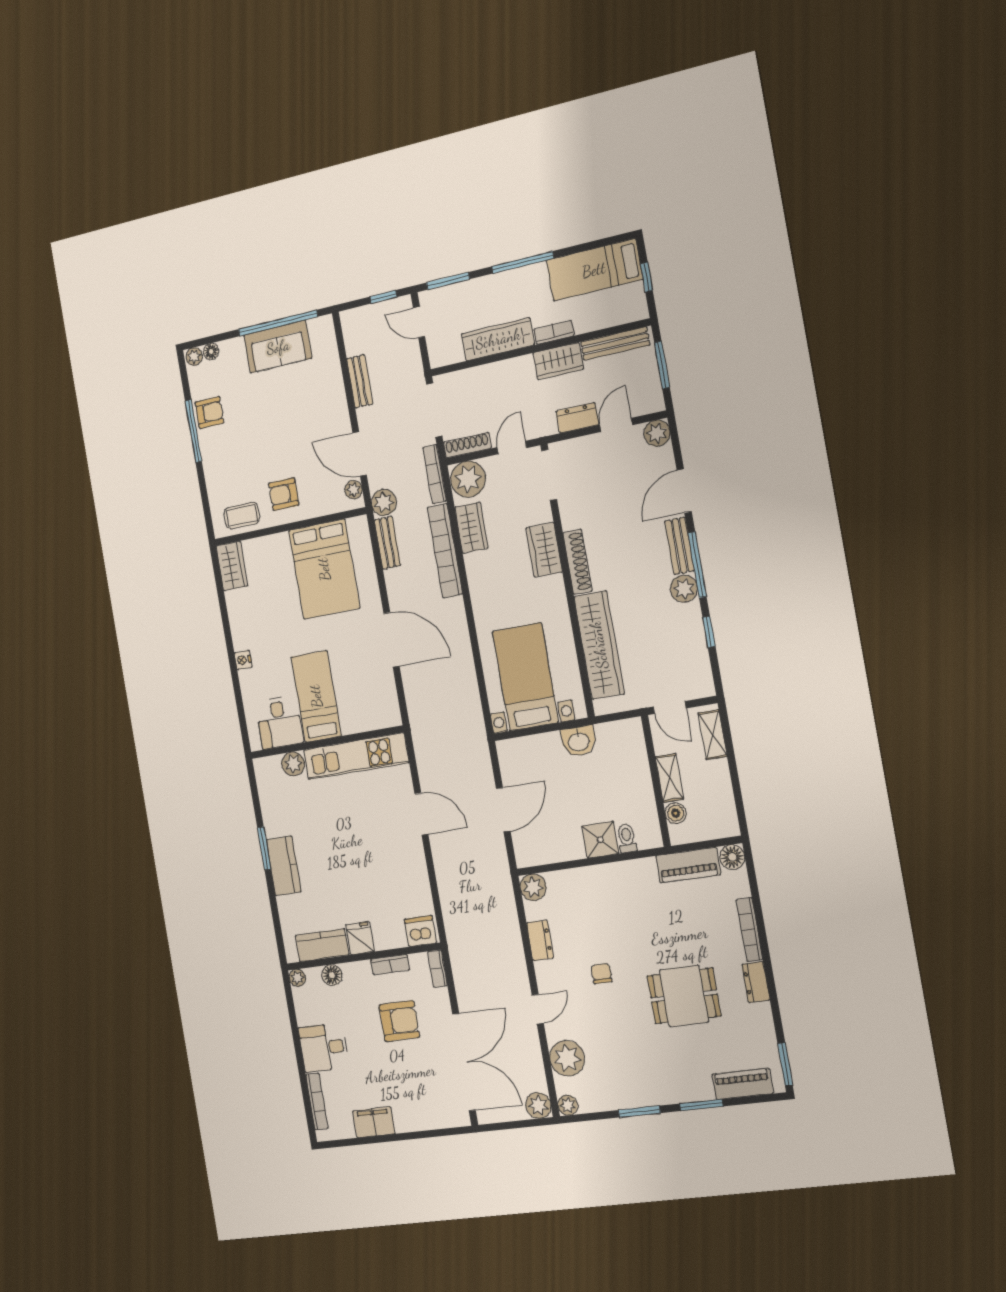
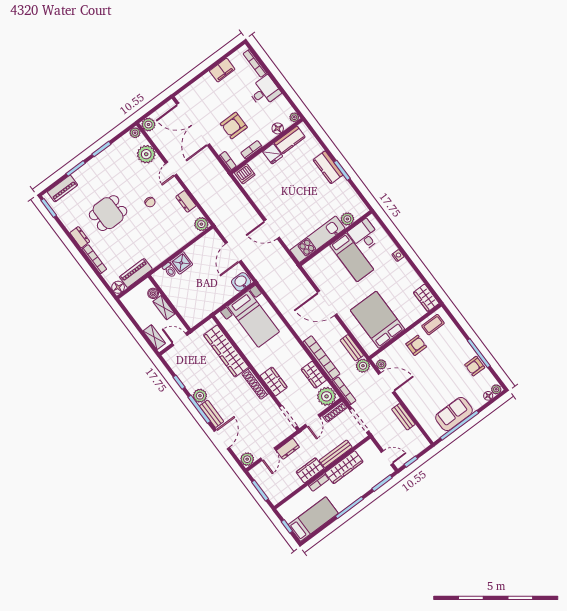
bench: (615, 343) -> (336, 454), moved
washbasin: (579, 741) -> (241, 282), moved

